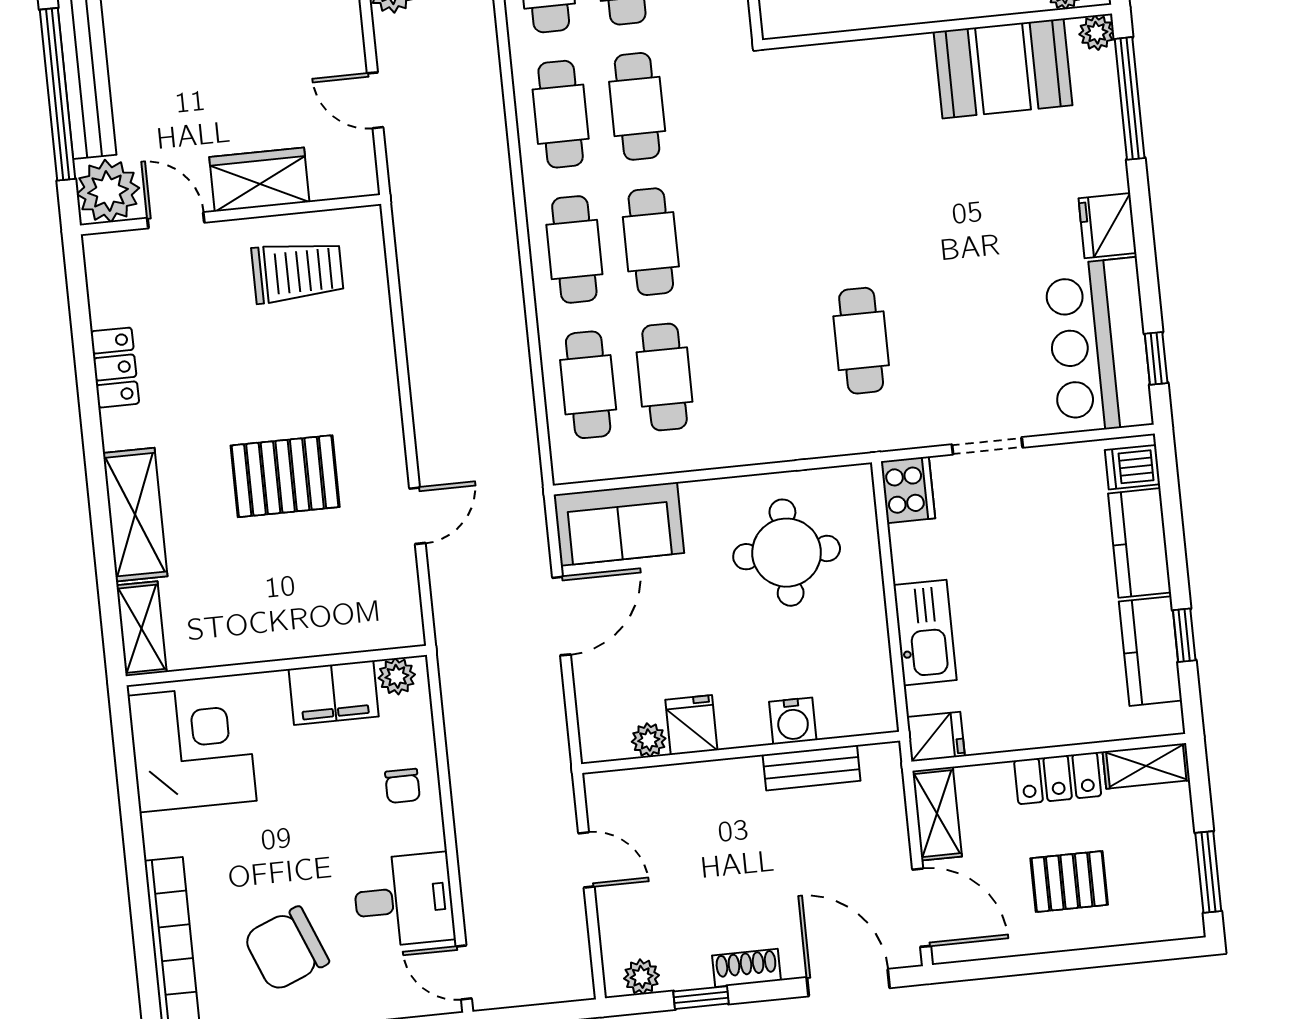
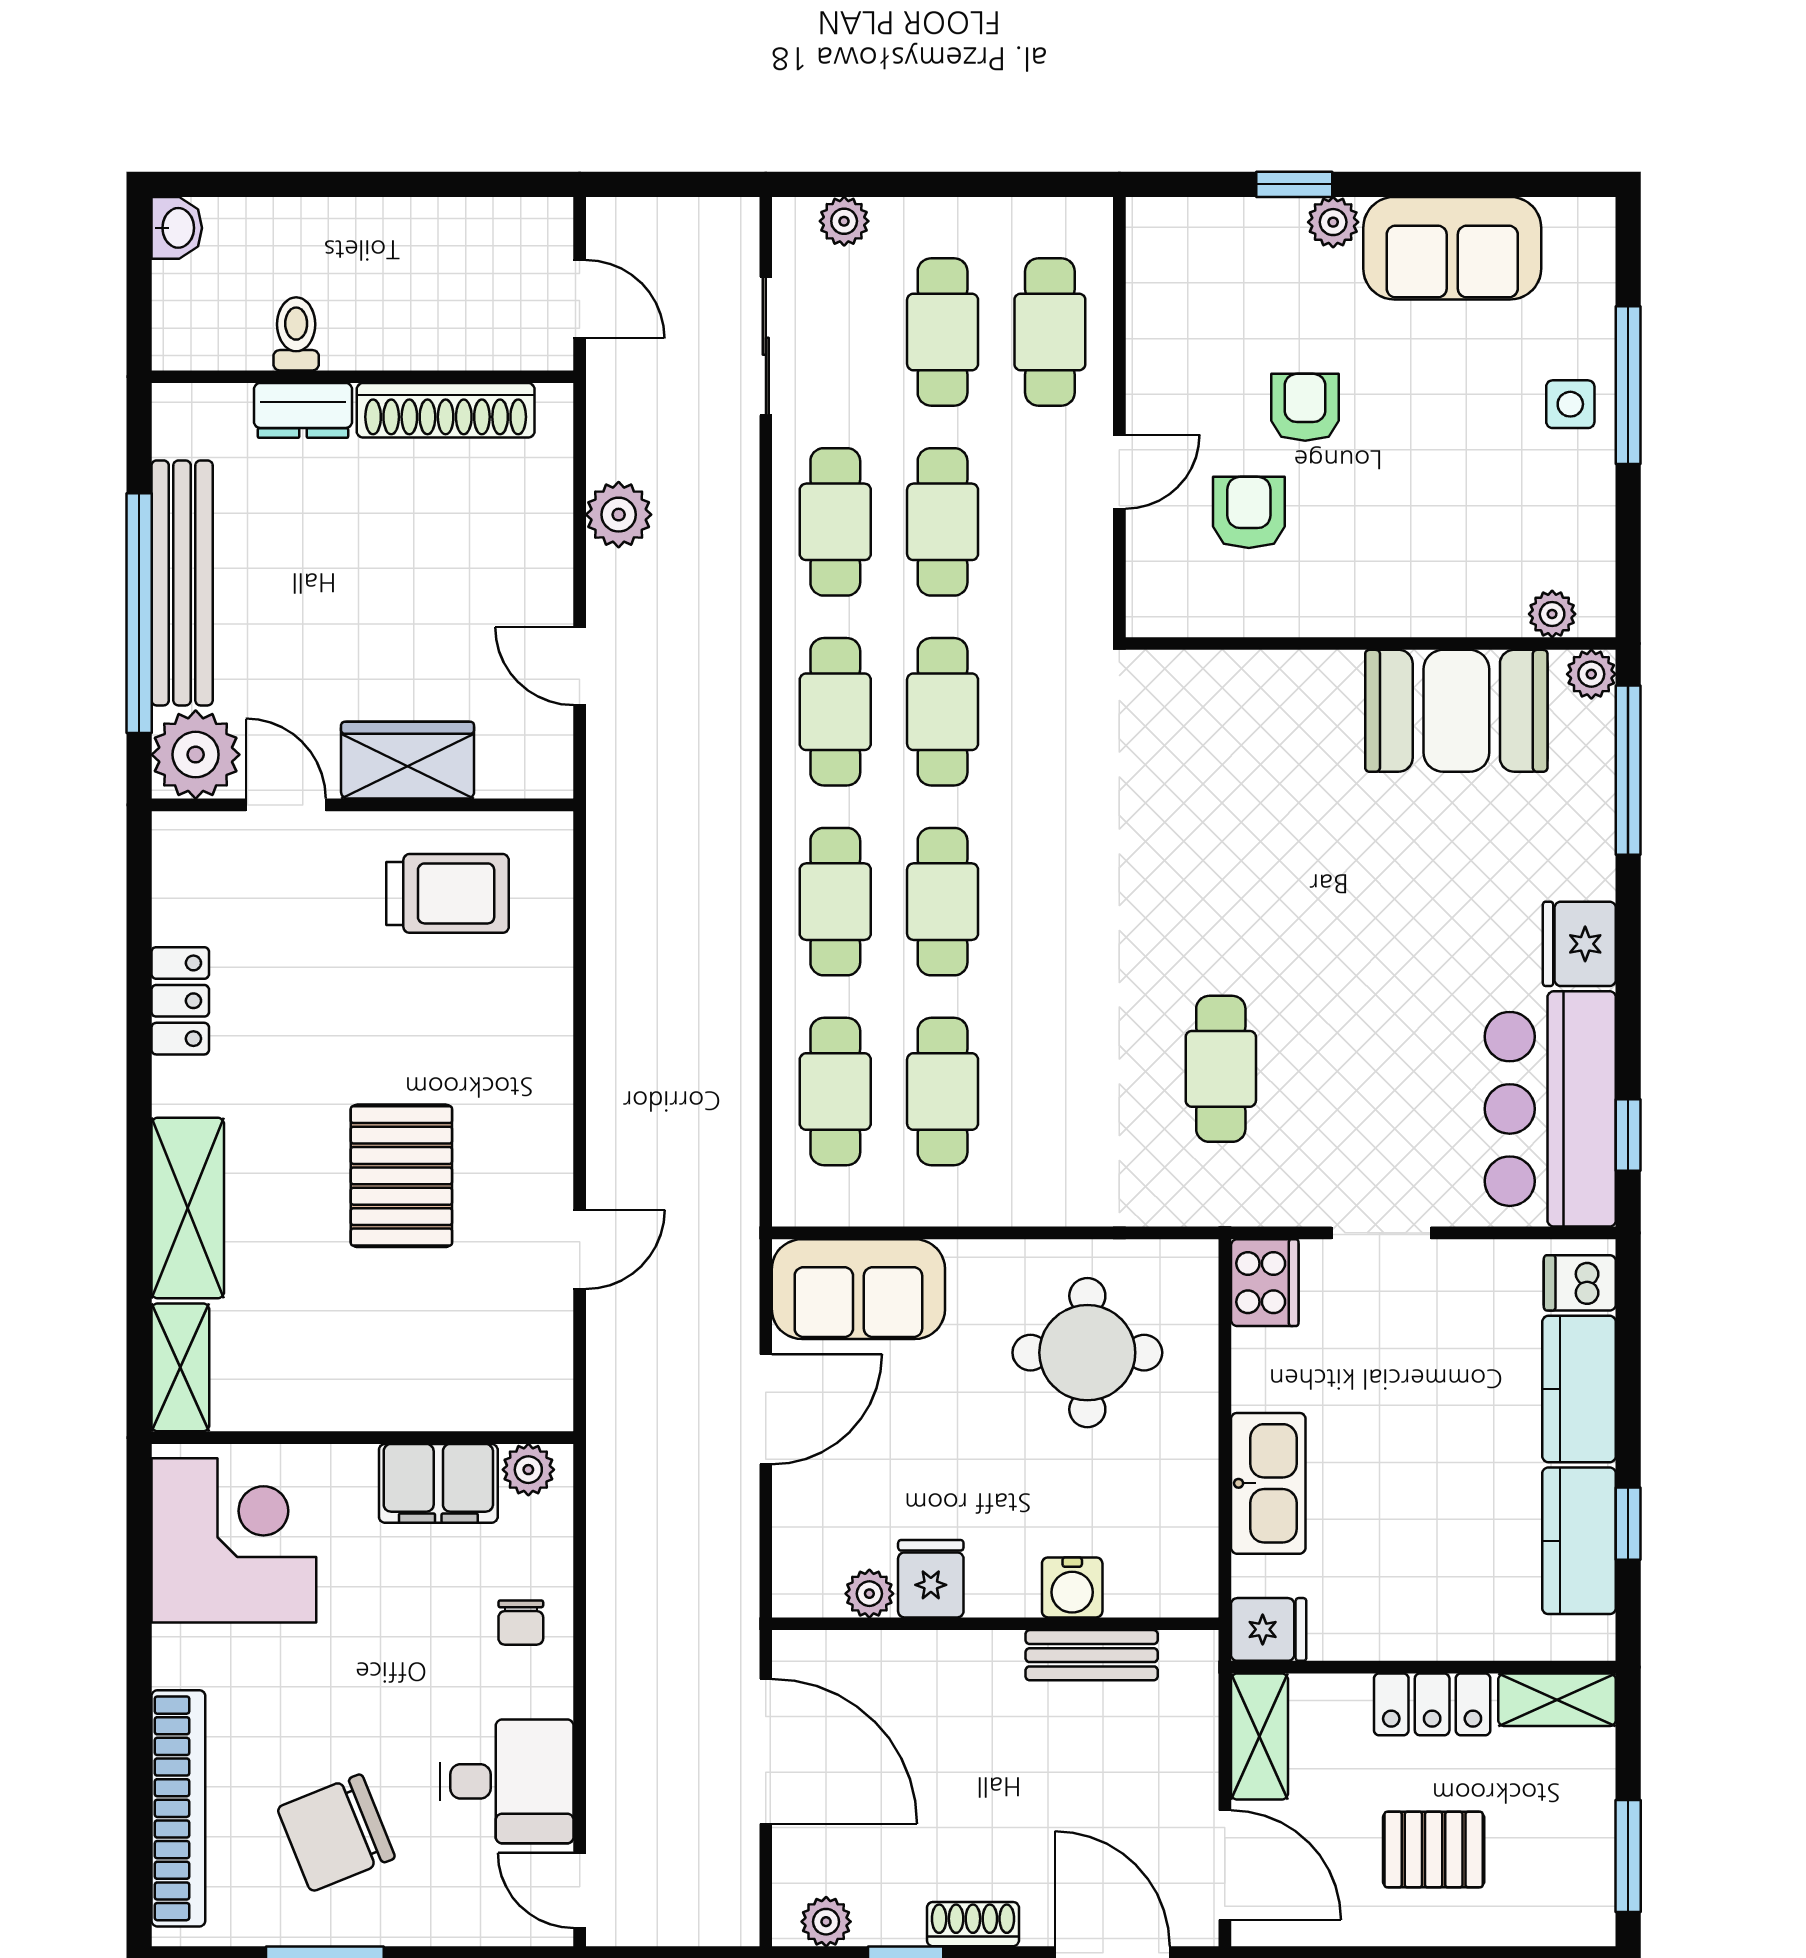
pallet: (285, 476) -> (401, 1176), turned 90
door: (586, 860) -> (766, 1751), width x1.87

